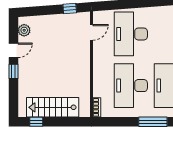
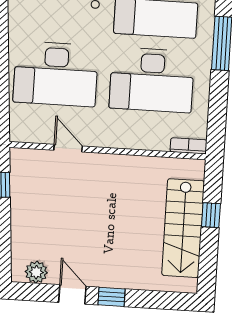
door: (92, 32) -> (68, 148), moved
window: (36, 122) -> (211, 215), moved

